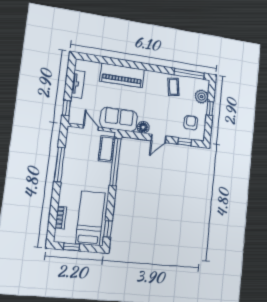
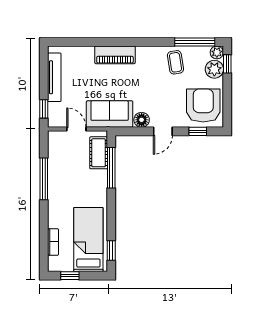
piano: (122, 75) -> (115, 55), width x0.73, depth x0.75
tv unit: (78, 84) -> (54, 77), width x1.41
plant: (205, 84) -> (217, 52), added
window: (210, 108) -> (227, 64), moved
armchair: (191, 123) -> (203, 106), width x1.88, depth x1.88
window: (115, 162) -> (111, 168), width x0.68

